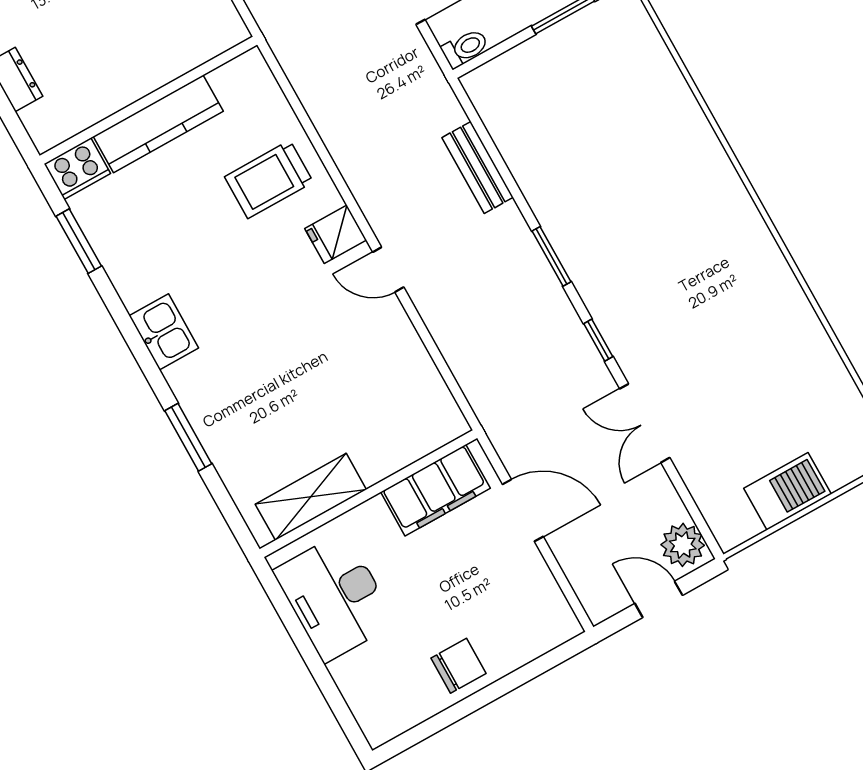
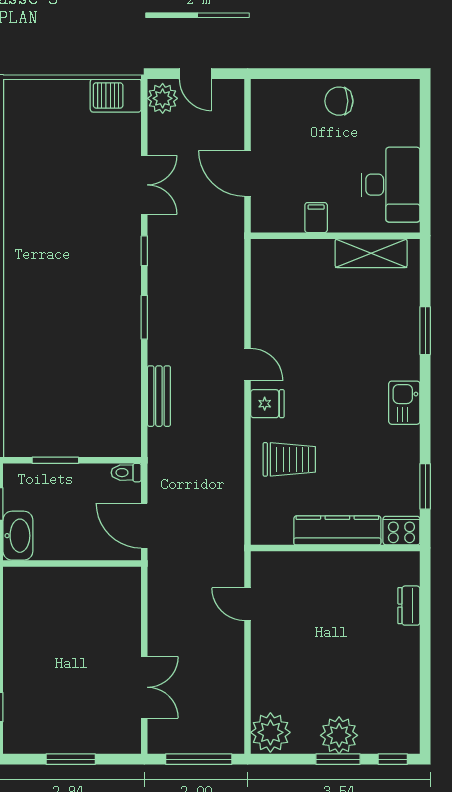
filing cabinet: (435, 490) -> (316, 218), width x0.33, depth x0.86
barbecue: (788, 491) -> (116, 95), moved

